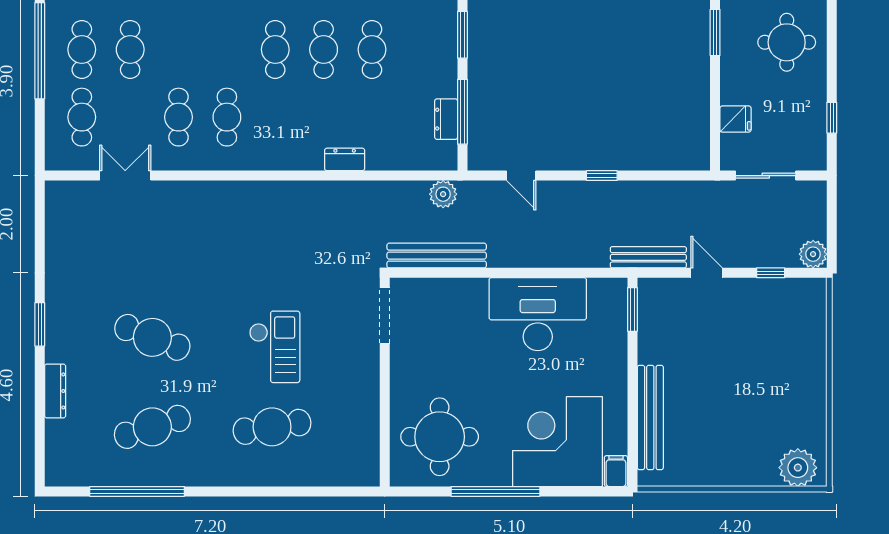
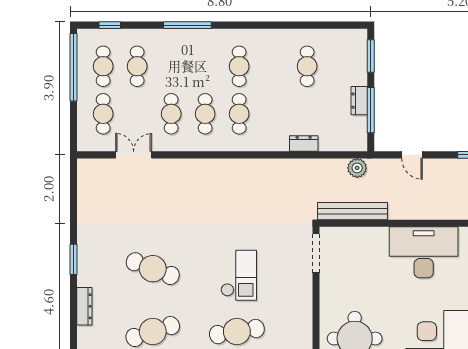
cafe table: (324, 49) -> (239, 114), moved
dresser: (446, 119) -> (359, 101), moved
dresser: (345, 159) -> (304, 144), moved

